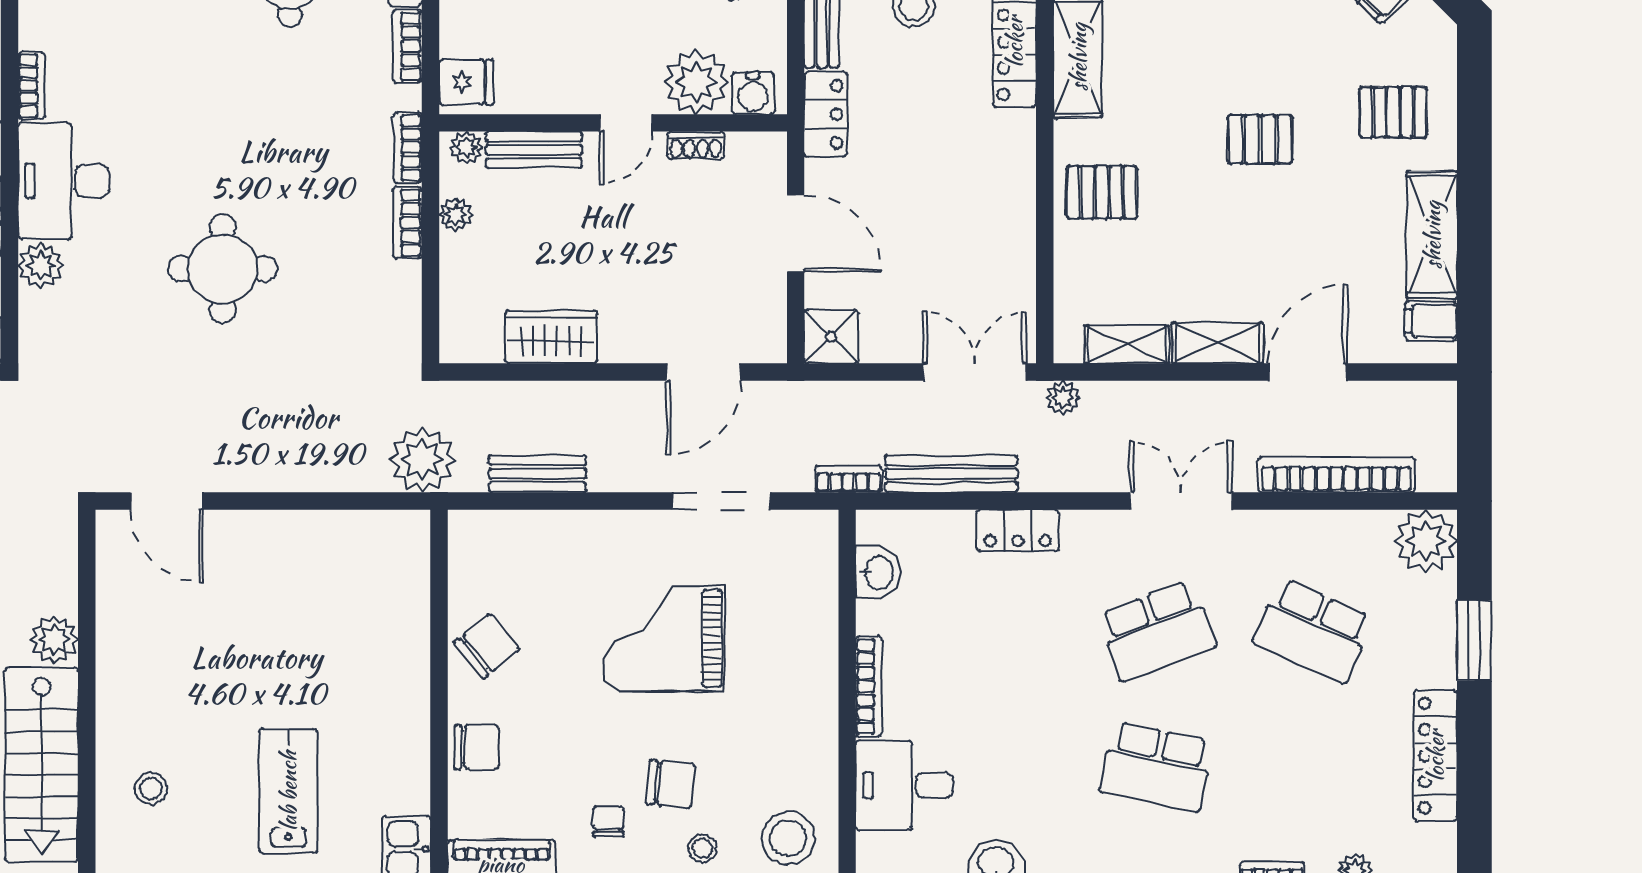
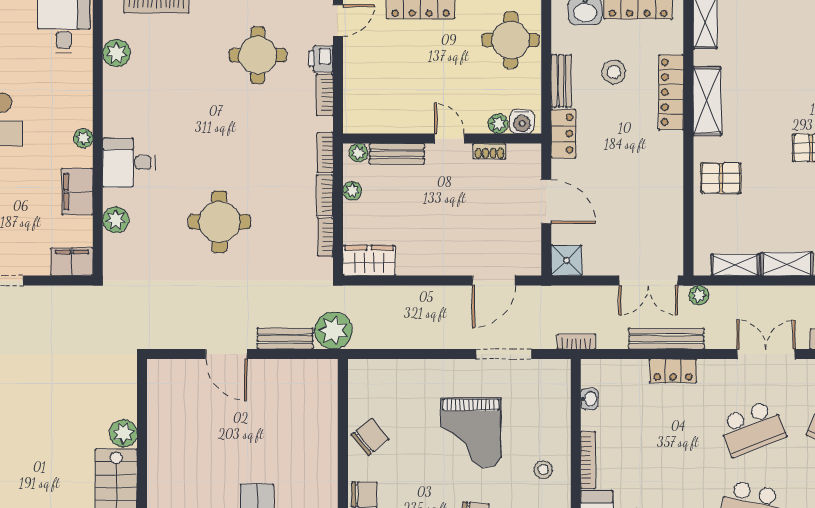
fridge: (466, 82) -> (358, 115), removed
plant: (696, 82) -> (498, 124), width x0.53, depth x0.53
bookcase: (31, 85) -> (325, 237), moved, turned 180
door: (626, 123) -> (449, 138), swing flipped
desk: (64, 181) -> (129, 162), width x0.73
wardrobe: (551, 337) -> (369, 260), moved
double door: (975, 372) -> (648, 281), swing flipped
bench: (537, 474) -> (285, 339), moved
bench: (951, 474) -> (666, 339), moved
door: (167, 501) -> (226, 354), moved
washbasin: (878, 572) -> (589, 399), width x0.72, depth x0.69
grand piano: (663, 638) -> (471, 433), turned -90
stool: (790, 703) -> (543, 470), added

